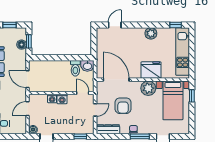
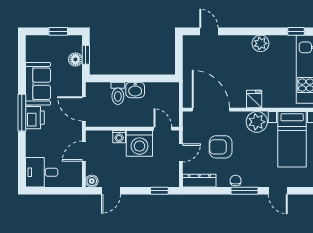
door: (115, 25) -> (209, 31), hinge flipped
washbasin: (87, 66) -> (135, 90), moved
toilet: (75, 68) -> (118, 93), moved
fridge: (151, 70) -> (254, 99), width x0.53, depth x0.75
washing machine: (62, 99) -> (139, 143), width x1.89, depth x1.89
armchair: (123, 106) -> (221, 147), turned 90

